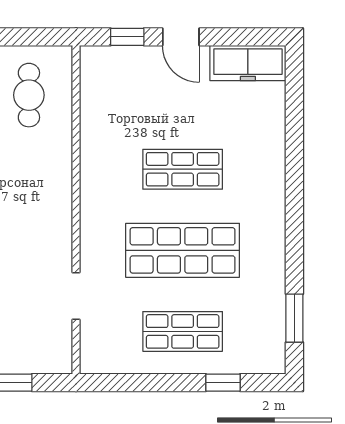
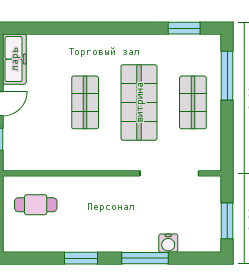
doorway: (76, 296) -> (169, 173), width x1.87
window: (223, 383) -> (227, 76), width x2.17

